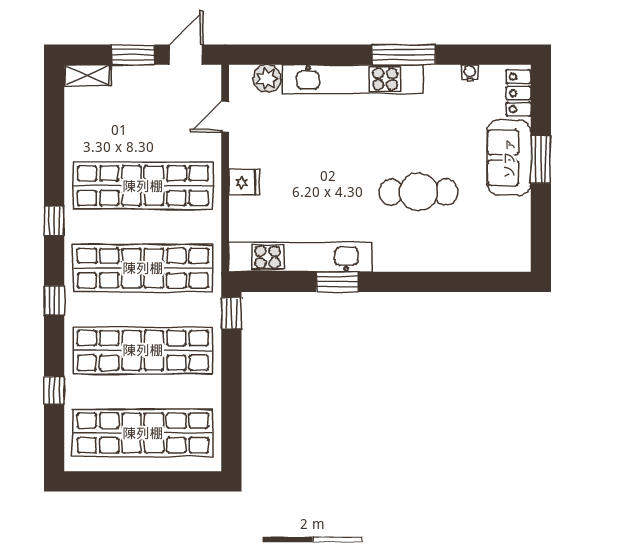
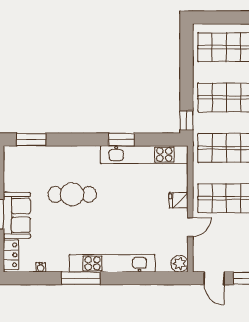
door: (186, 55) -> (214, 278), hinge flipped
plant: (267, 79) -> (179, 264), moved
door: (225, 117) -> (190, 227), moved
window: (485, 282) -> (31, 139), added

